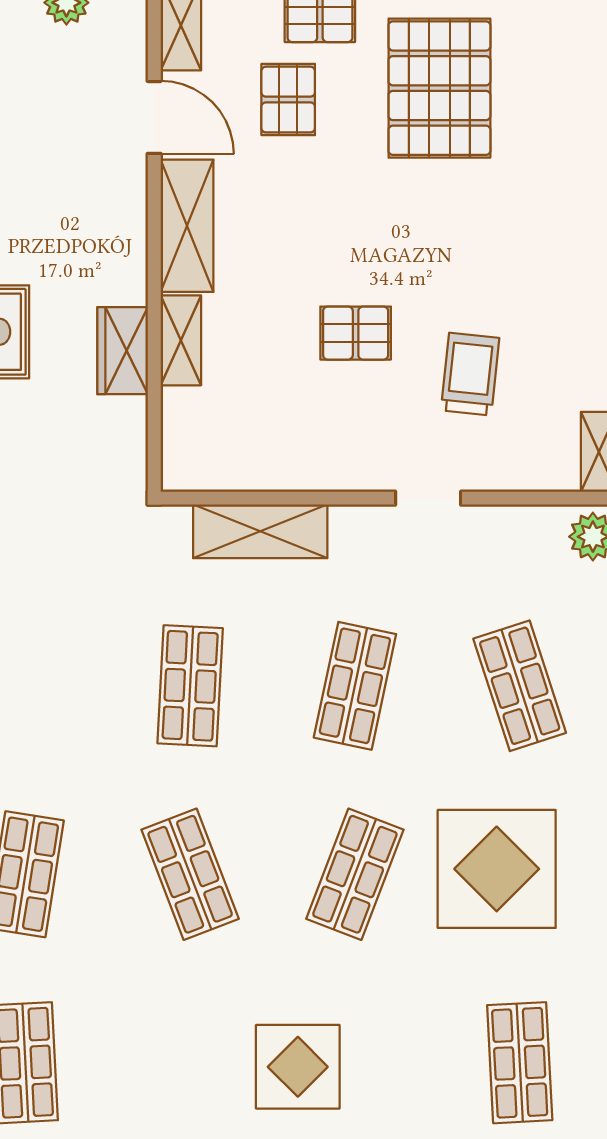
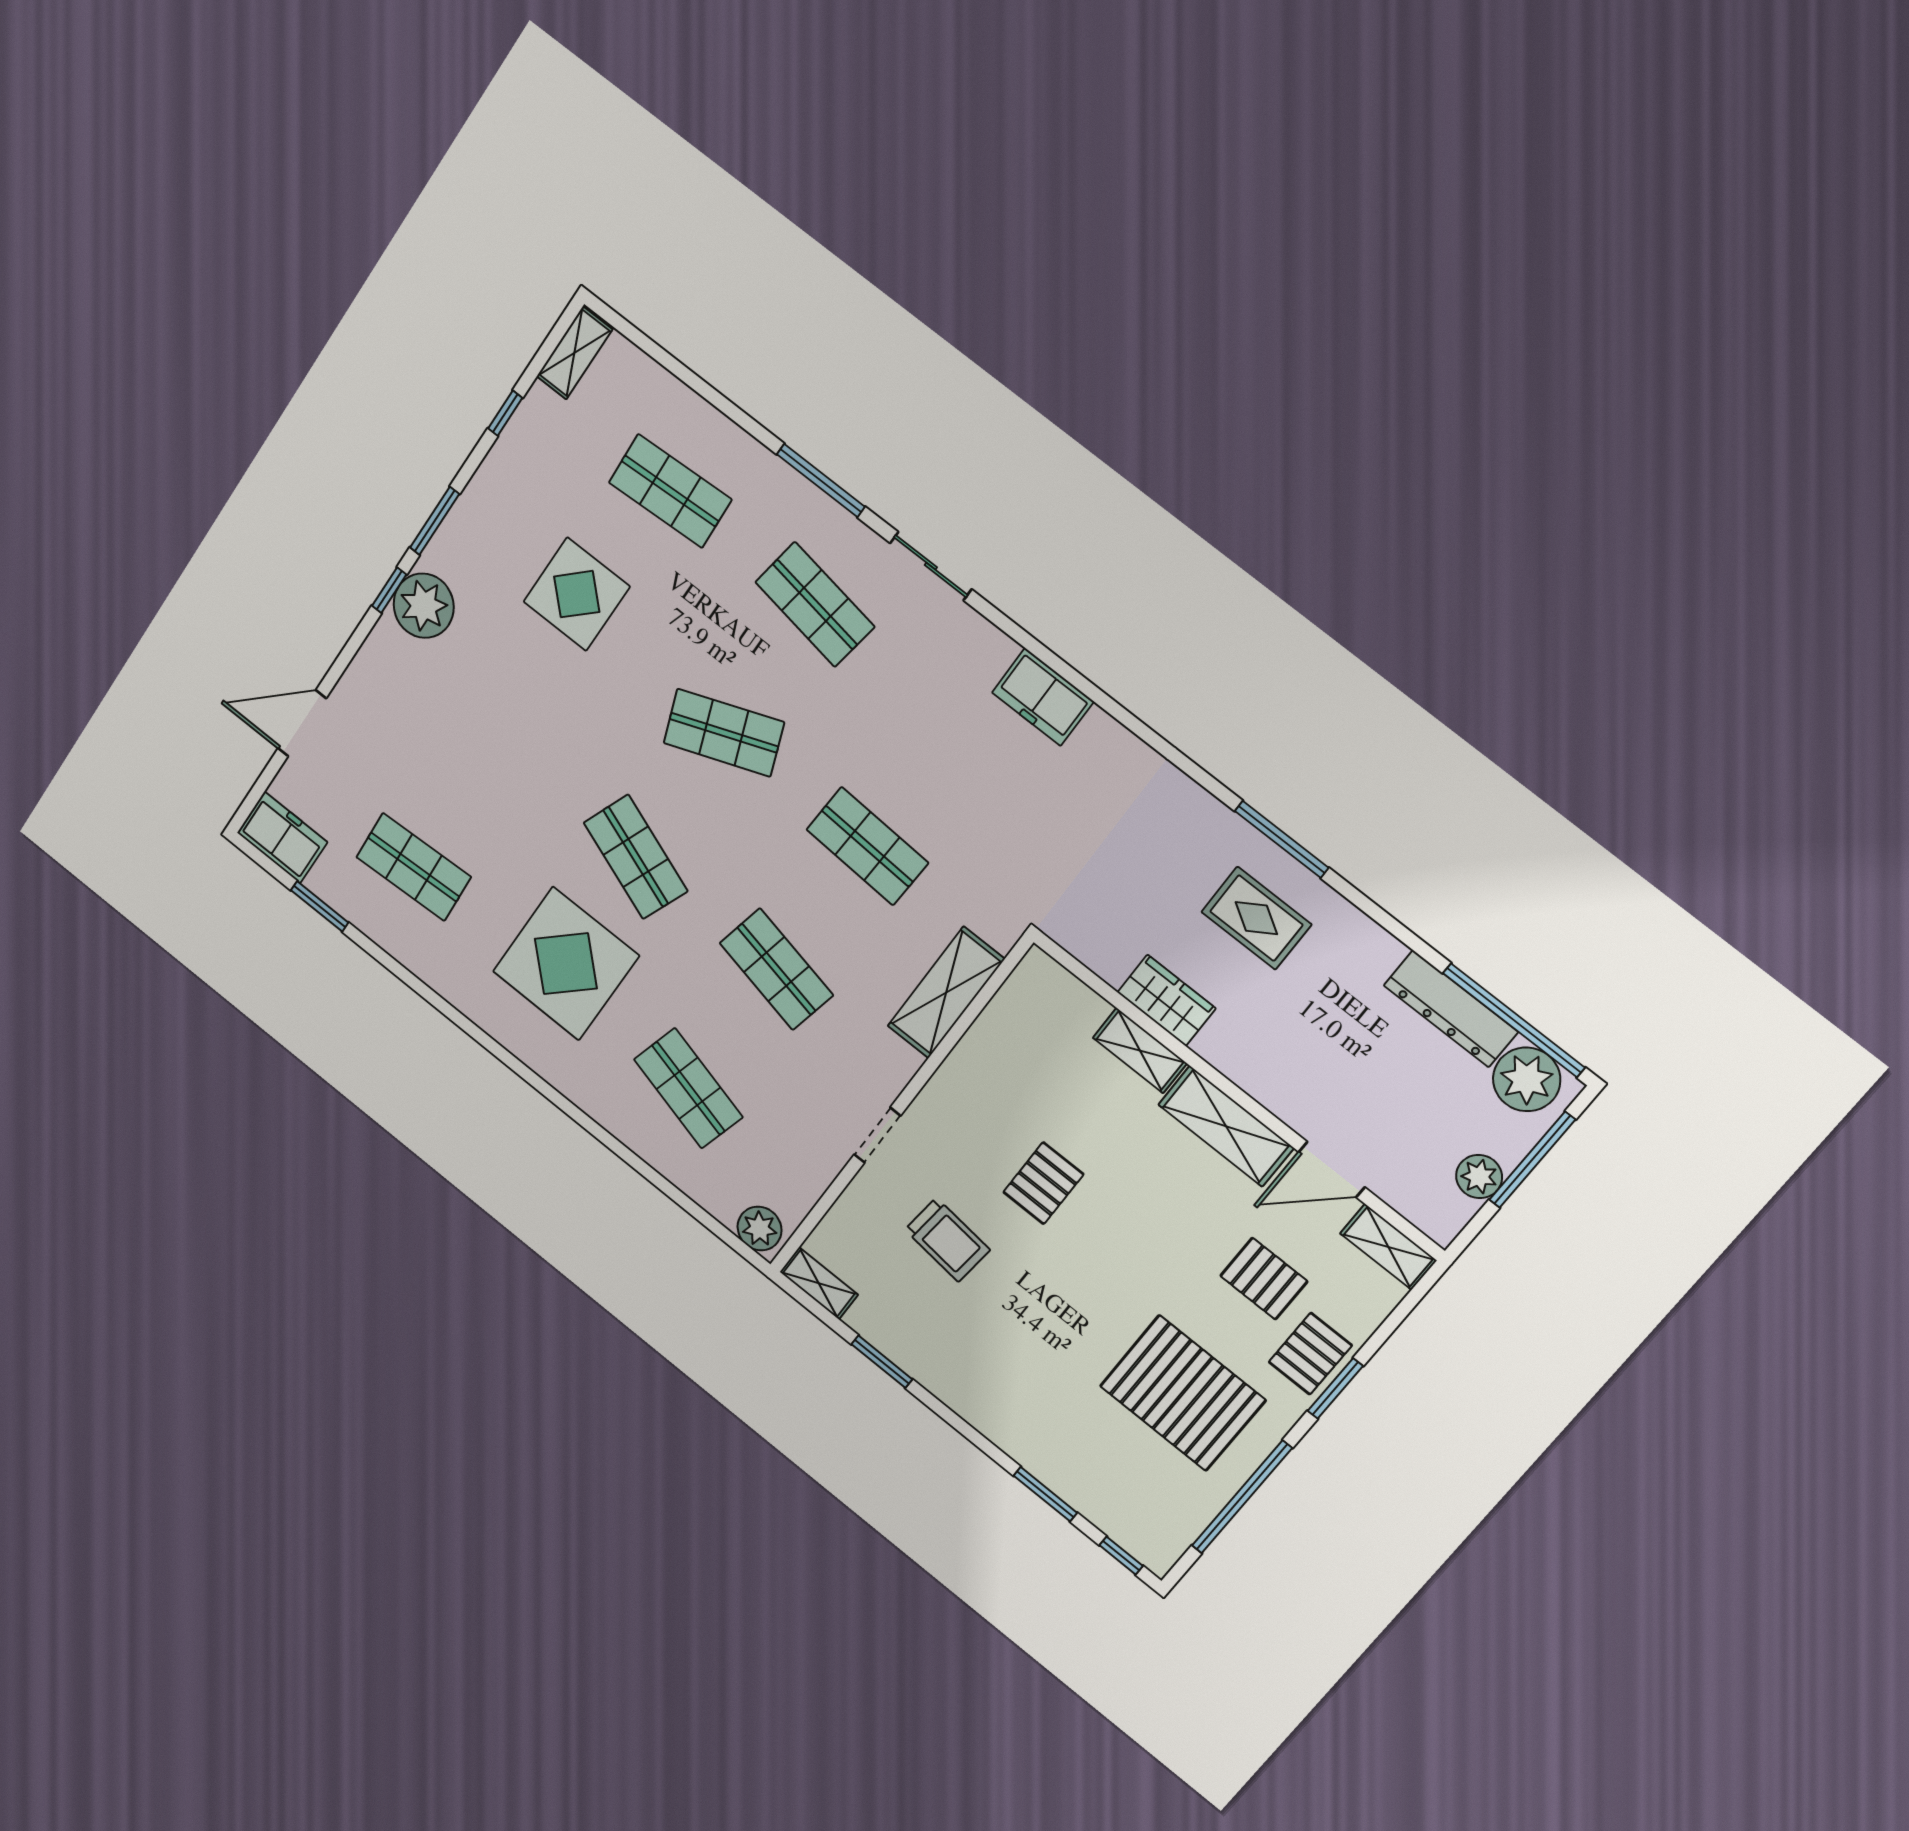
shop shelf: (520, 686) -> (688, 1088), turned 33
display table: (298, 1067) -> (577, 594), moved

